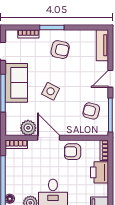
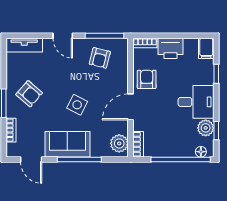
armchair: (60, 50) -> (29, 94), turned 119
plant: (28, 128) -> (119, 143), moved
armchair: (73, 152) -> (147, 79), turned 180

